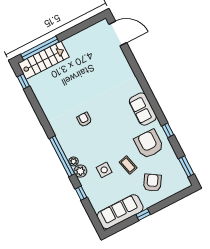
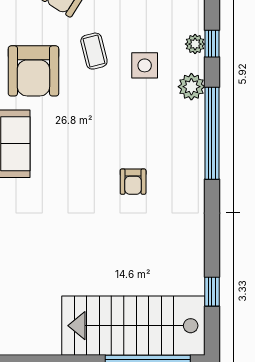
stairs: (43, 60) -> (133, 326), width x1.36, depth x1.51
window: (23, 81) -> (212, 292), moved
plant: (74, 161) -> (195, 44), moved

